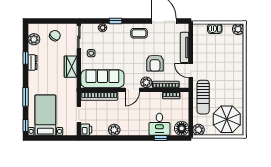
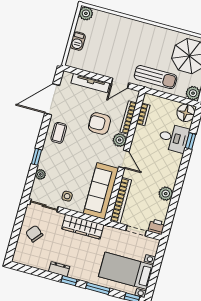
plant: (34, 39) -> (32, 260), removed
window: (26, 58) -> (69, 281), moved
armchair: (155, 63) -> (99, 123), turned 180
wardrobe: (71, 67) -> (83, 227), width x1.50

